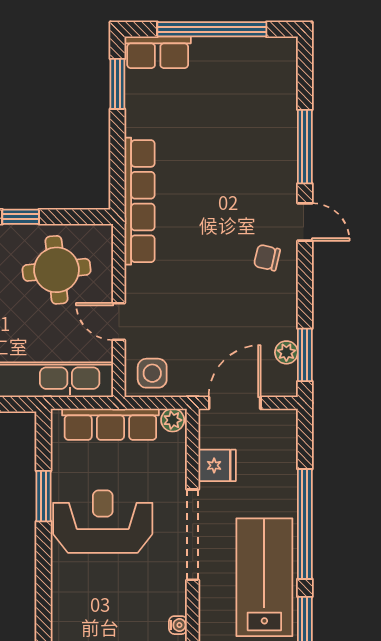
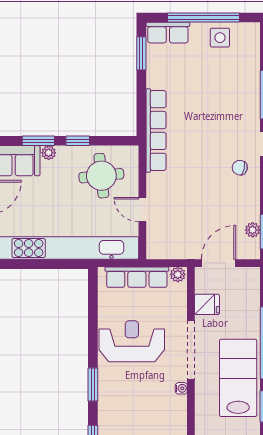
side table: (152, 373) -> (220, 38), moved
window: (44, 496) -> (93, 384), moved
water cooler: (178, 625) -> (181, 388), moved

